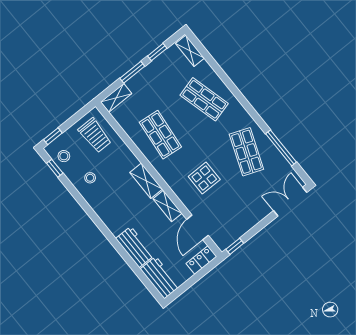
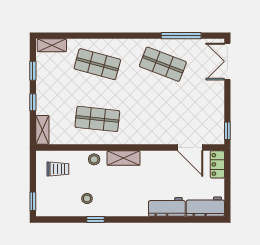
window: (132, 72) -> (33, 102), width x0.67
shop shelf: (204, 99) -> (97, 64), turned 30
trolley: (95, 135) -> (58, 169), width x0.73, depth x0.72
stool: (64, 156) -> (94, 159), moved
window: (55, 168) -> (95, 219), moved
display table: (204, 178) -> (157, 112), removed
shelving: (168, 206) -> (156, 157), removed

